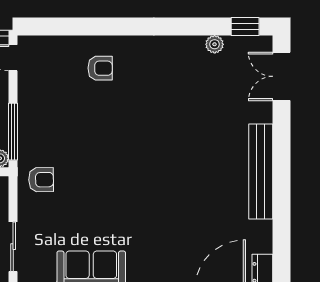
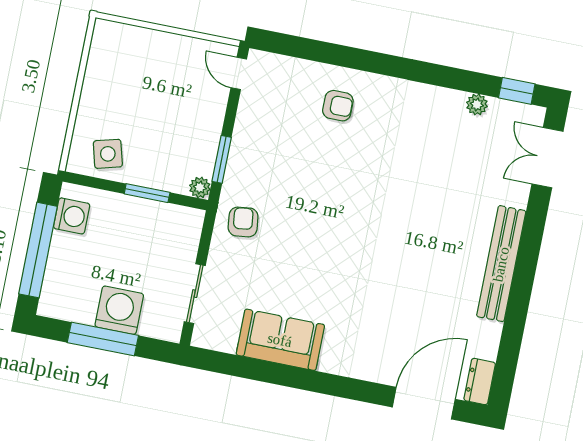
window: (13, 132) -> (222, 159), width x0.69
armchair: (41, 180) -> (243, 222), turned -96

